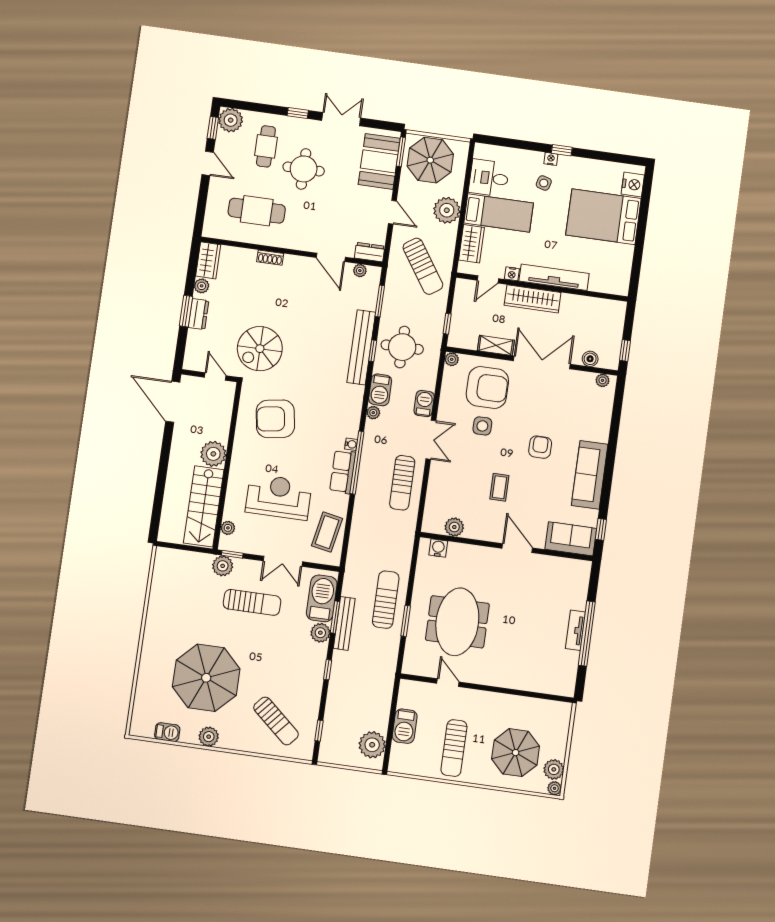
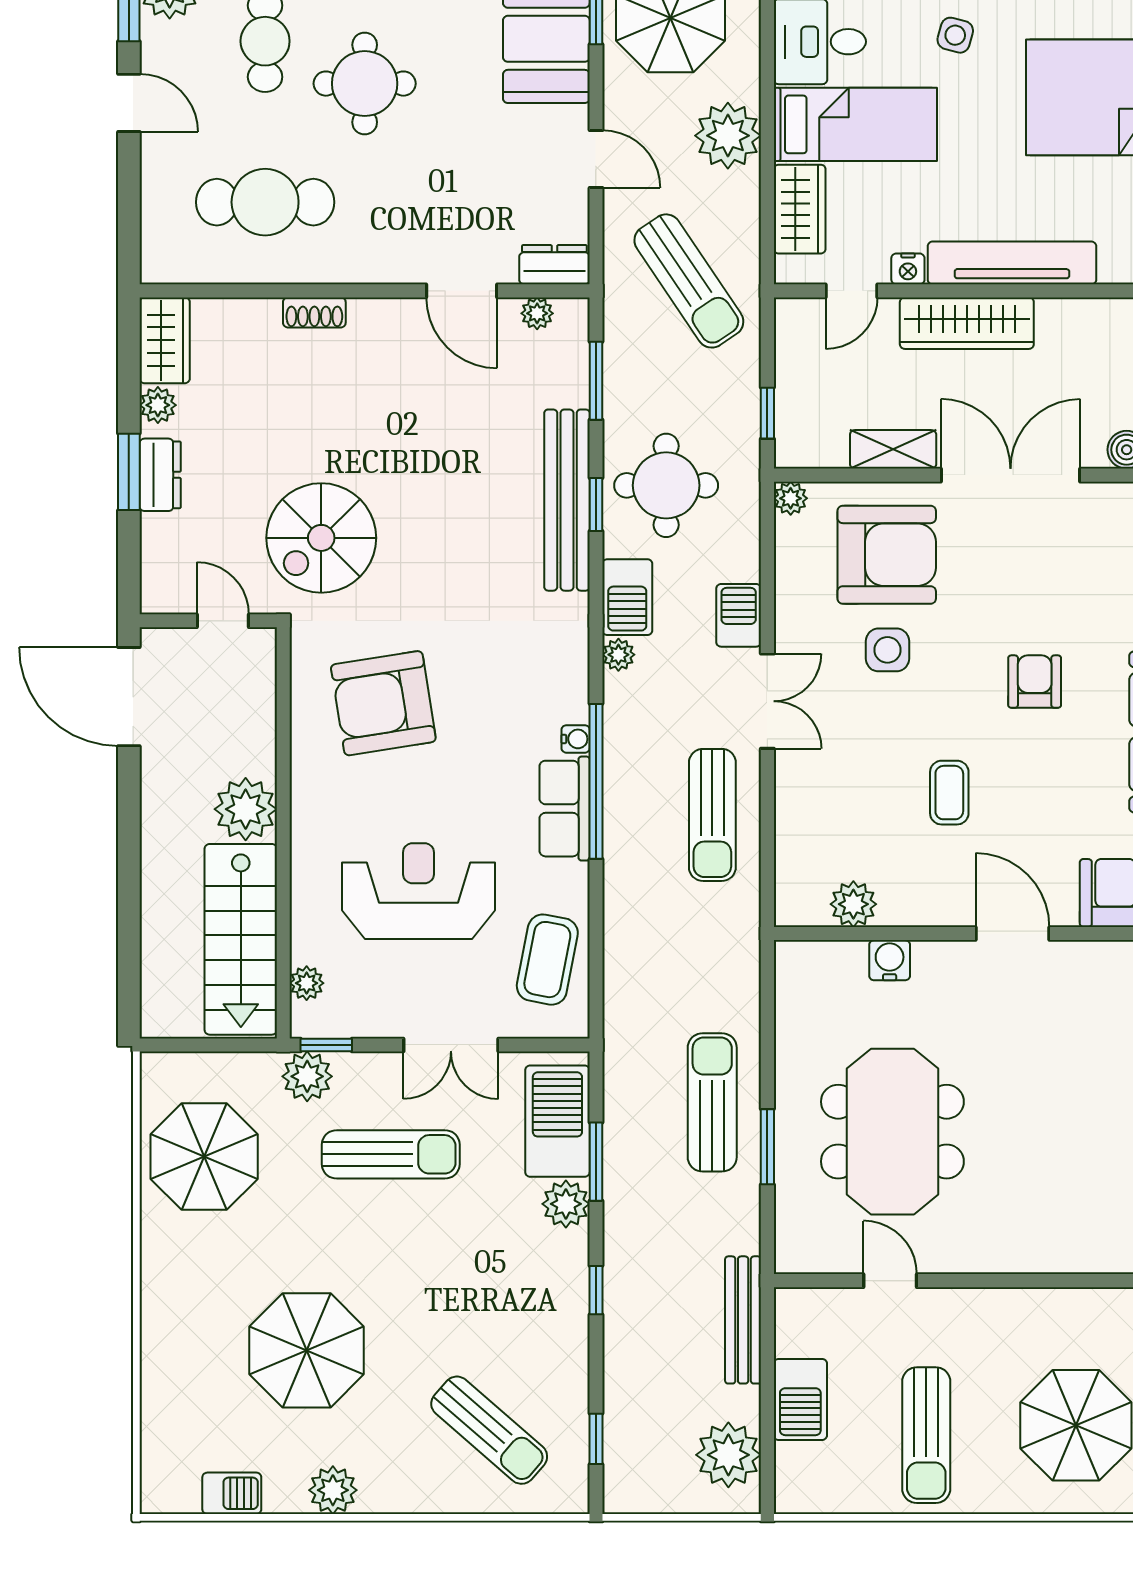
water cooler: (438, 548) -> (890, 960), moved
parasol: (176, 593) -> (204, 1157), added
bench: (344, 623) -> (743, 1320), moved
parasol: (206, 678) -> (307, 1350), width x0.73, depth x0.73

